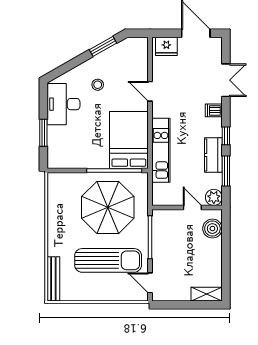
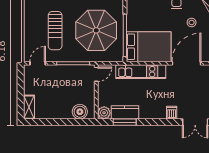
door: (150, 91) -> (186, 63), width x1.87
window: (226, 136) -> (152, 122), removed
kitchen counter: (213, 155) -> (125, 112), moved
door: (192, 207) -> (96, 74), moved
sun lounger: (108, 260) -> (55, 31), width x0.73, depth x0.75

